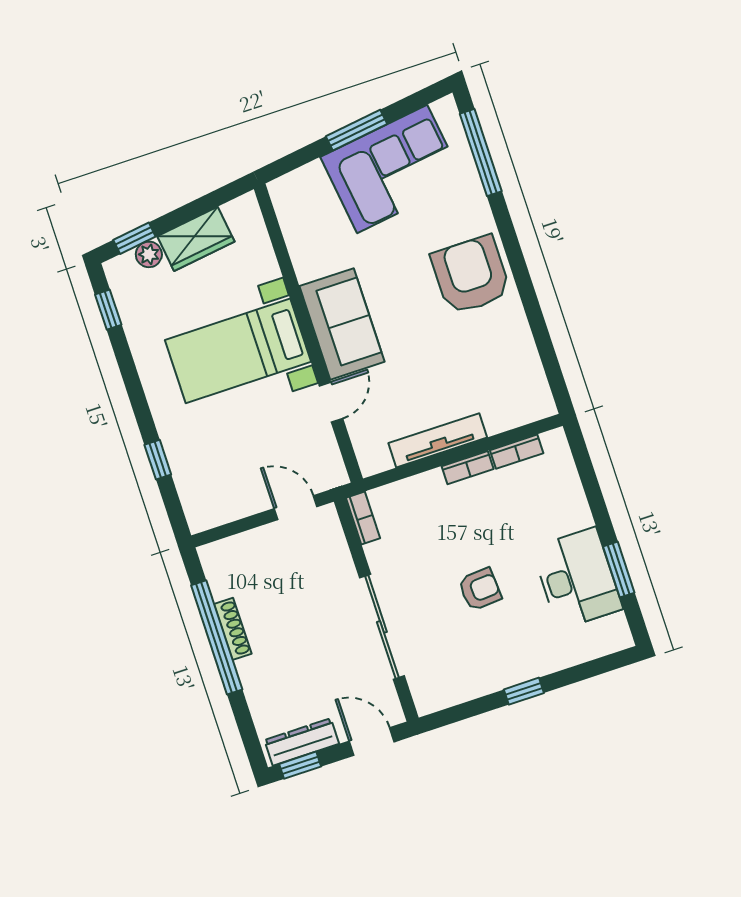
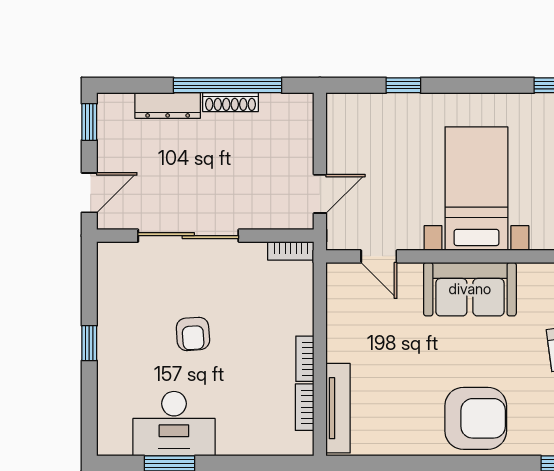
door: (331, 402) -> (379, 256), moved
tv unit: (438, 440) -> (338, 408), moved
dresser: (302, 742) -> (168, 105), moved, turned 90

